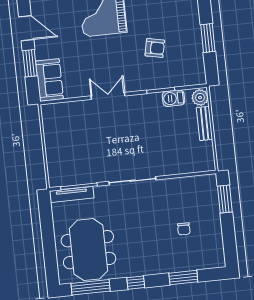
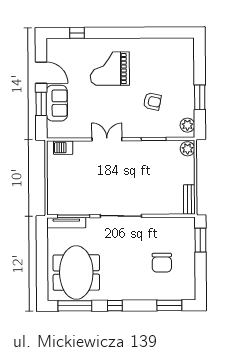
plant: (197, 71) -> (187, 125), added
sofa: (49, 80) -> (57, 103), moved
barbecue: (173, 98) -> (63, 148), moved
bench: (204, 123) -> (189, 199), moved
chair: (184, 229) -> (162, 263), width x1.87, depth x1.87
window: (183, 278) -> (169, 305), moved

